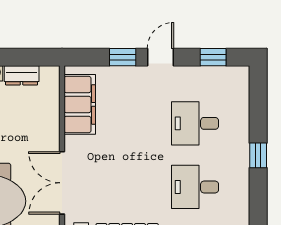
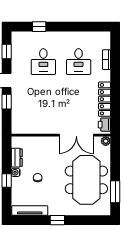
filing cabinet: (80, 104) -> (33, 125), removed
window: (258, 155) -> (39, 27), moved

